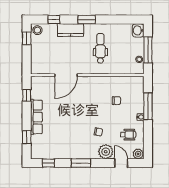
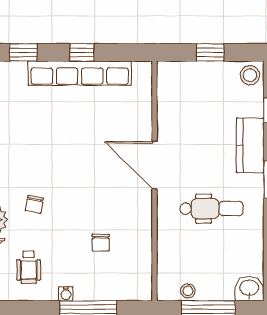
window: (27, 38) -> (210, 52), moved
door: (66, 75) -> (155, 165), moved
window: (27, 95) -> (82, 52), moved
row of seats: (36, 117) -> (80, 73), width x1.36

